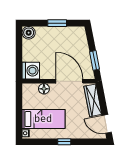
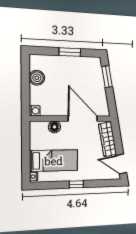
boiler: (29, 33) -> (37, 78), moved
window: (94, 60) -> (107, 77), moved
washing machine: (31, 71) -> (35, 111), width x0.53, depth x0.53

